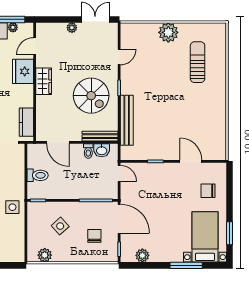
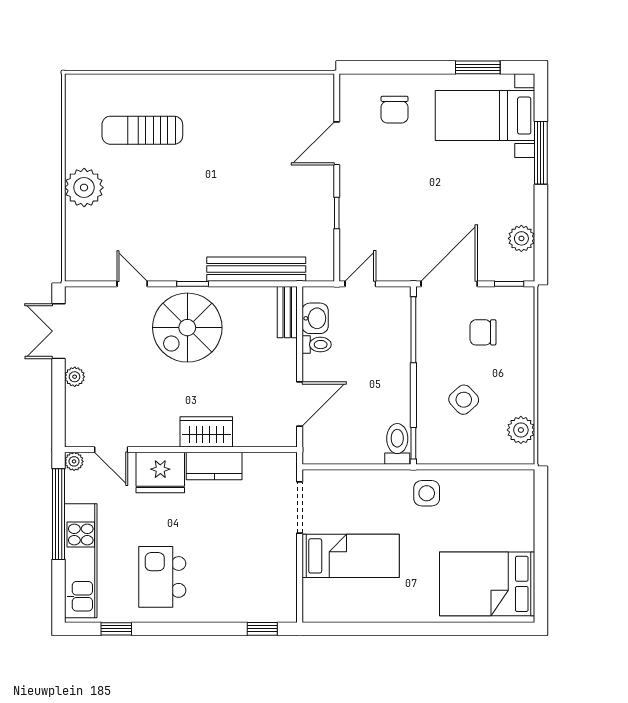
plant: (13, 27) -> (74, 461), moved
wardrobe: (44, 81) -> (206, 432), moved
spiral stairs: (91, 96) -> (187, 328), moved, turned 180
kitchen counter: (26, 122) -> (214, 466), moved
bench: (100, 136) -> (287, 312), width x0.73
toilet: (38, 175) -> (397, 444), moved

